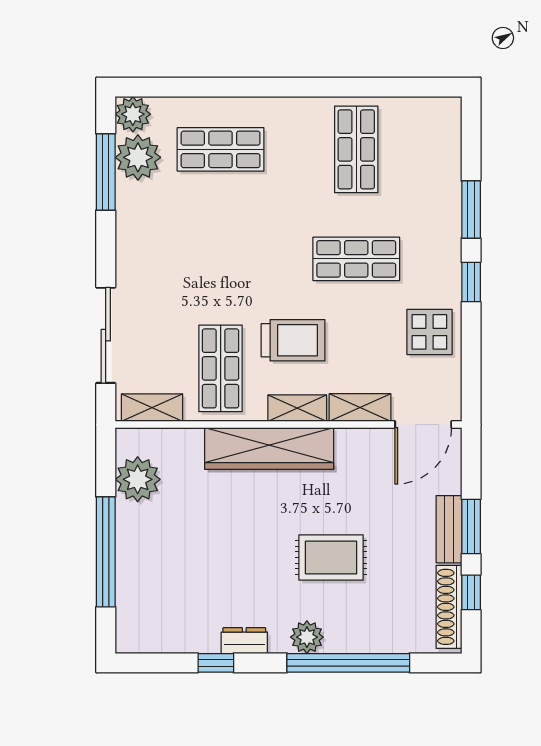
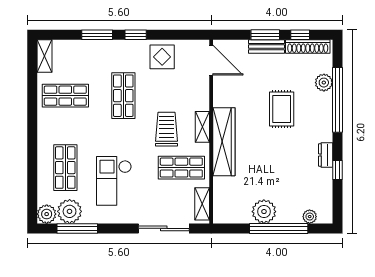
checkout: (195, 241) -> (114, 181), added
shelving: (360, 408) -> (45, 56), moved
plant: (138, 479) -> (264, 212), moved
plant: (128, 610) -> (310, 217), added
plant: (307, 637) -> (324, 83), moved

